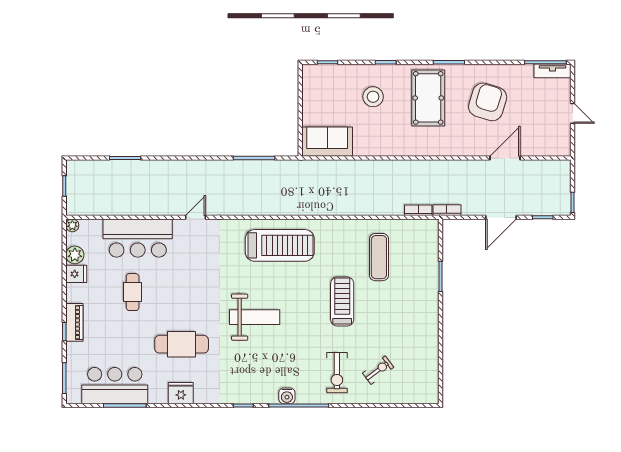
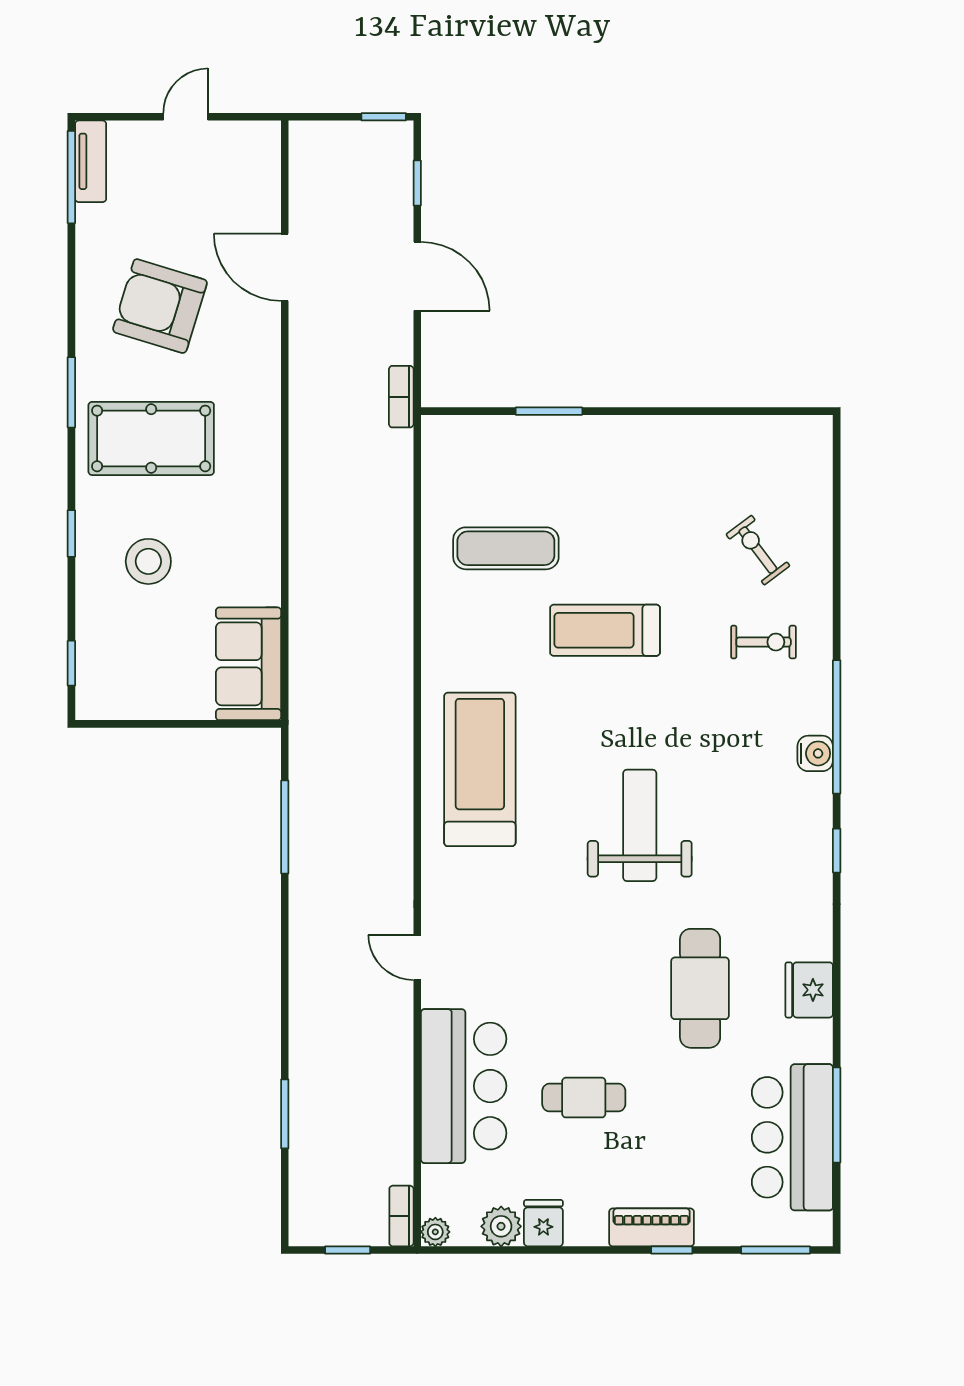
bookcase: (418, 210) -> (401, 1216), moved
exercise bike: (337, 373) -> (764, 642), width x0.73, depth x0.72

